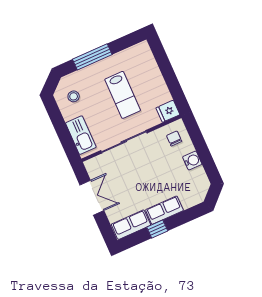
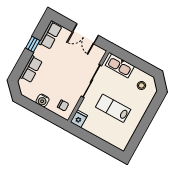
window: (92, 57) -> (148, 117), removed
row of seats: (164, 210) -> (31, 69), moved

